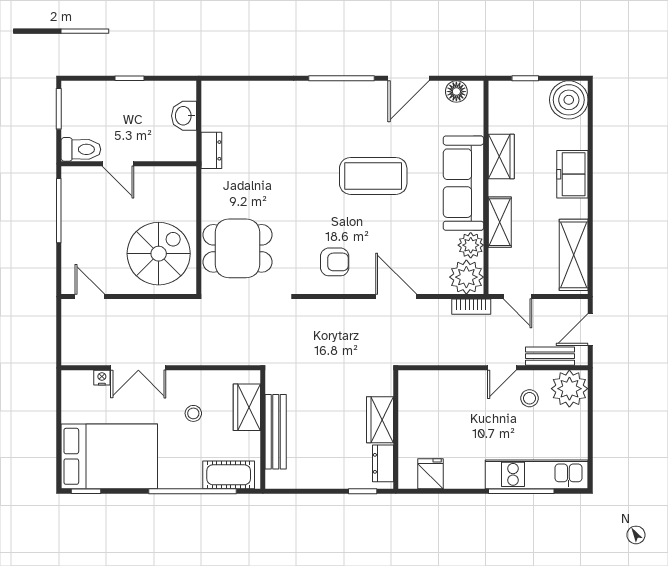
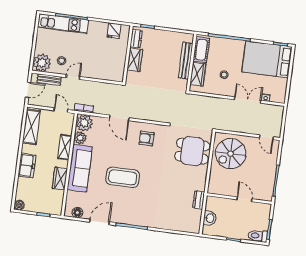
boiler: (569, 100) -> (19, 205), width x0.54, depth x0.54
toilet: (81, 149) -> (258, 236), moved
cot: (229, 475) -> (201, 50), moved, turned 90

